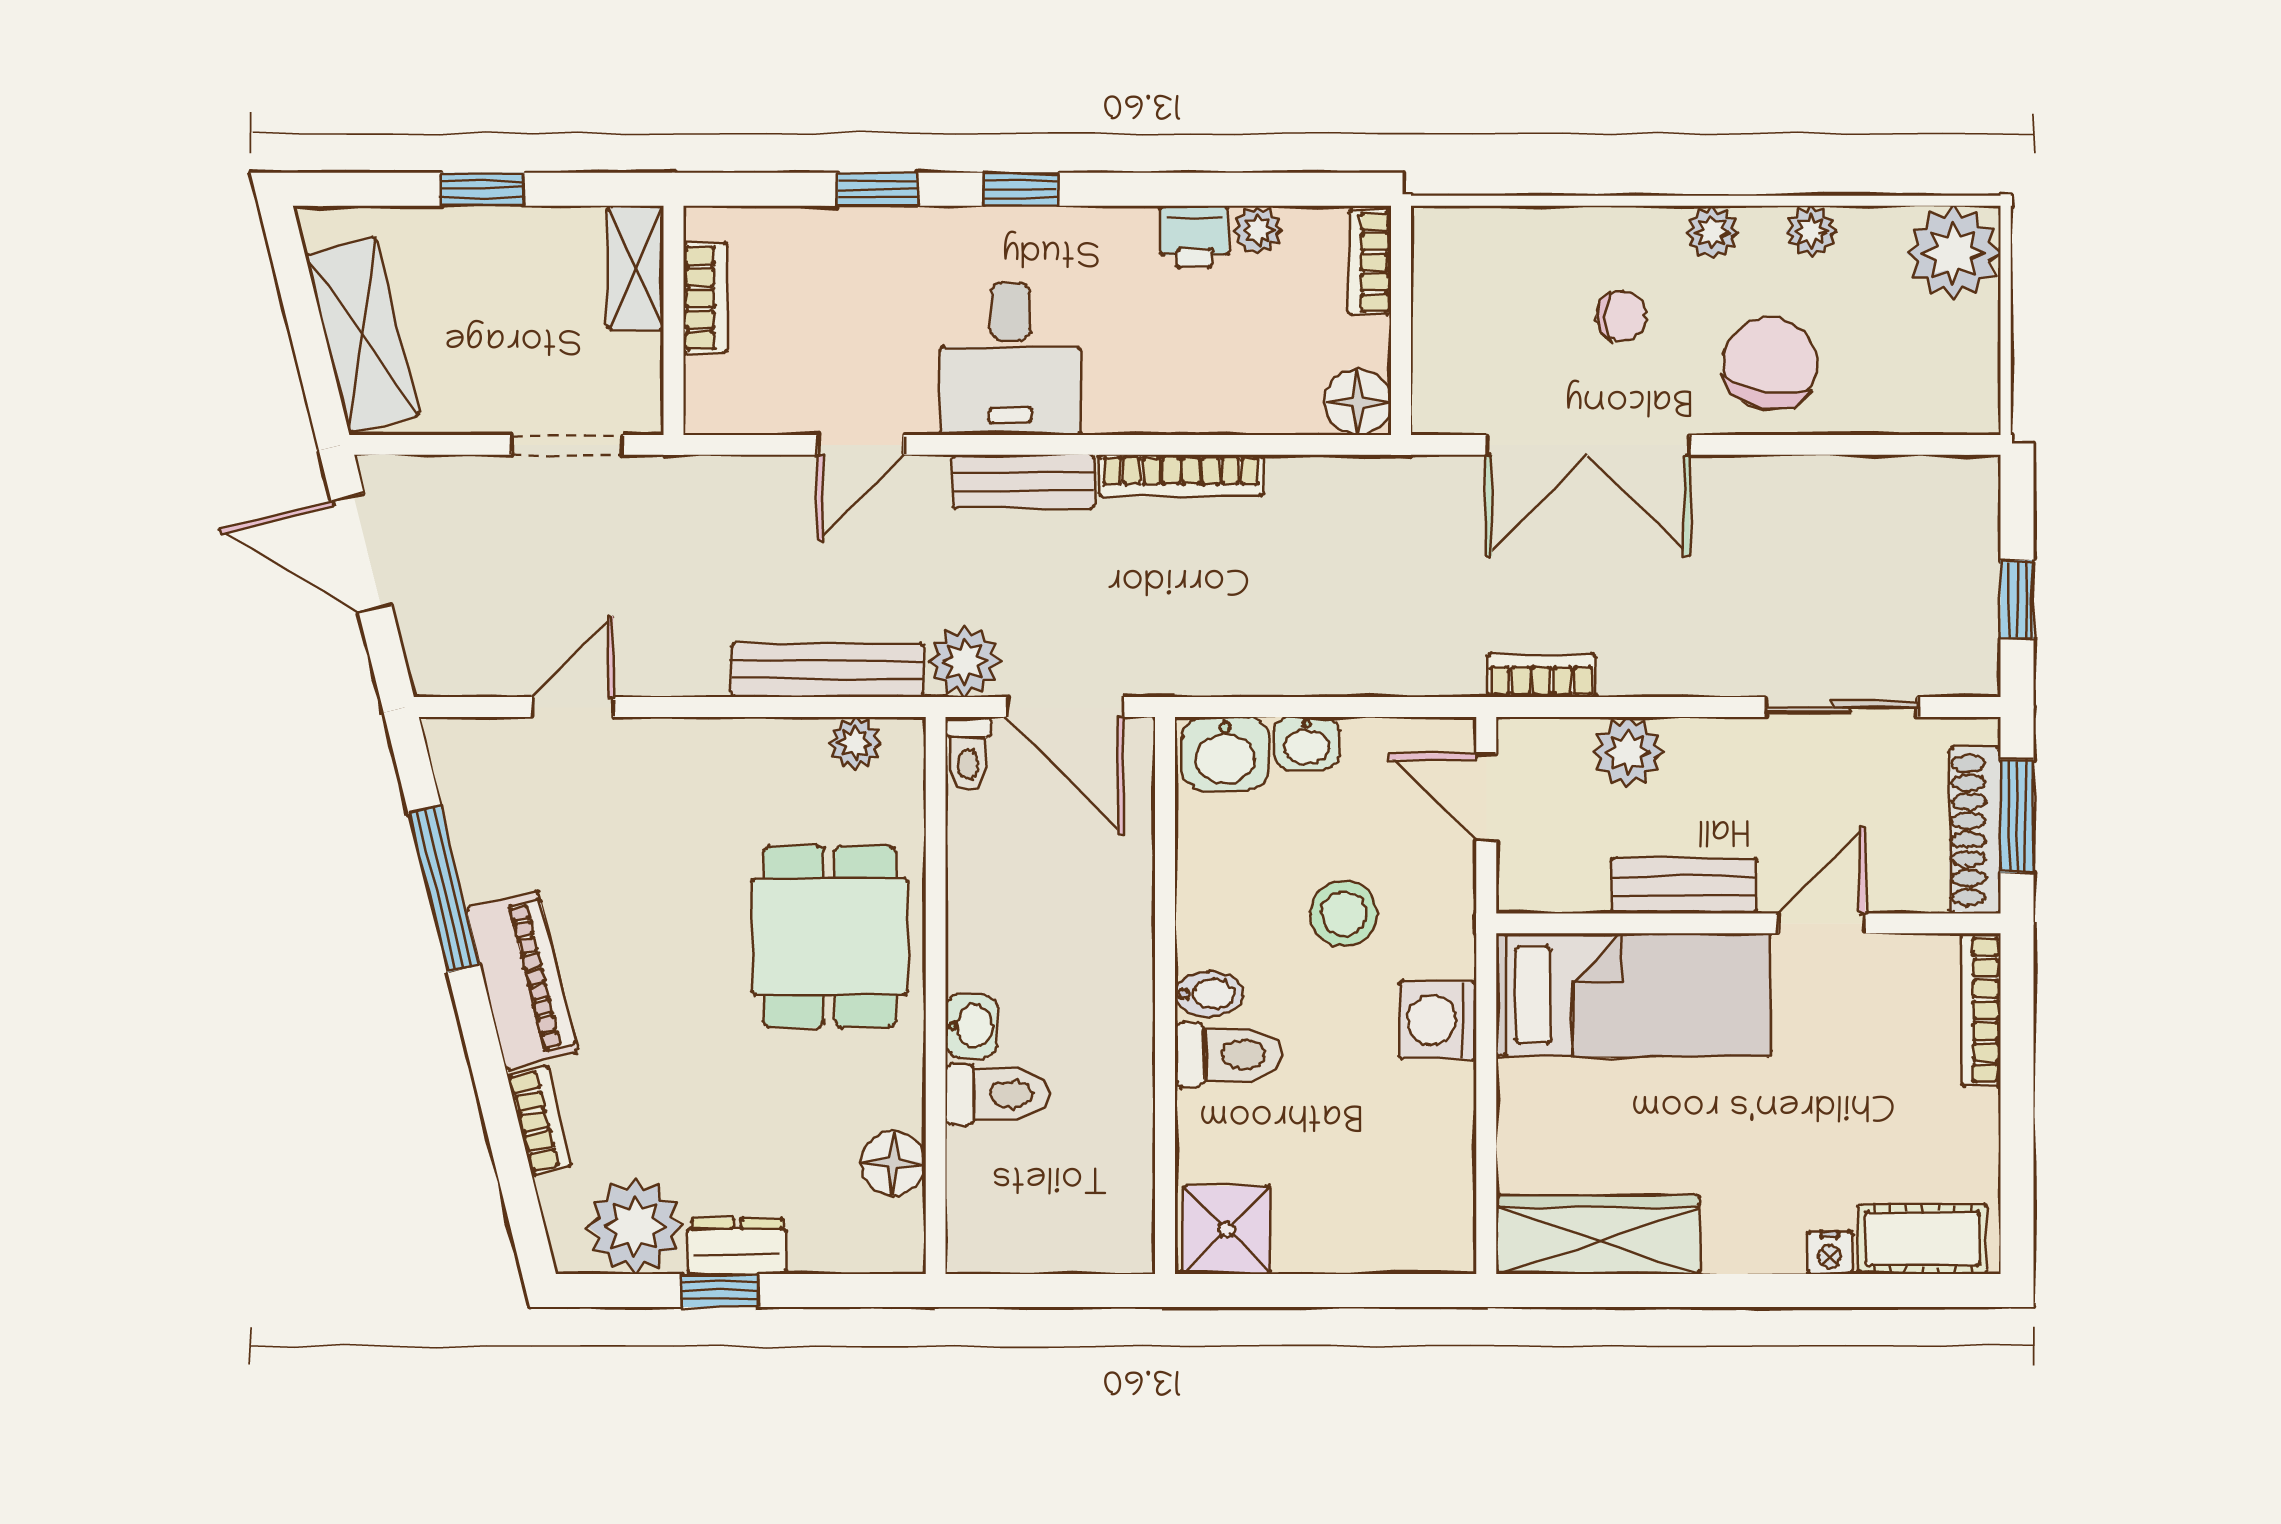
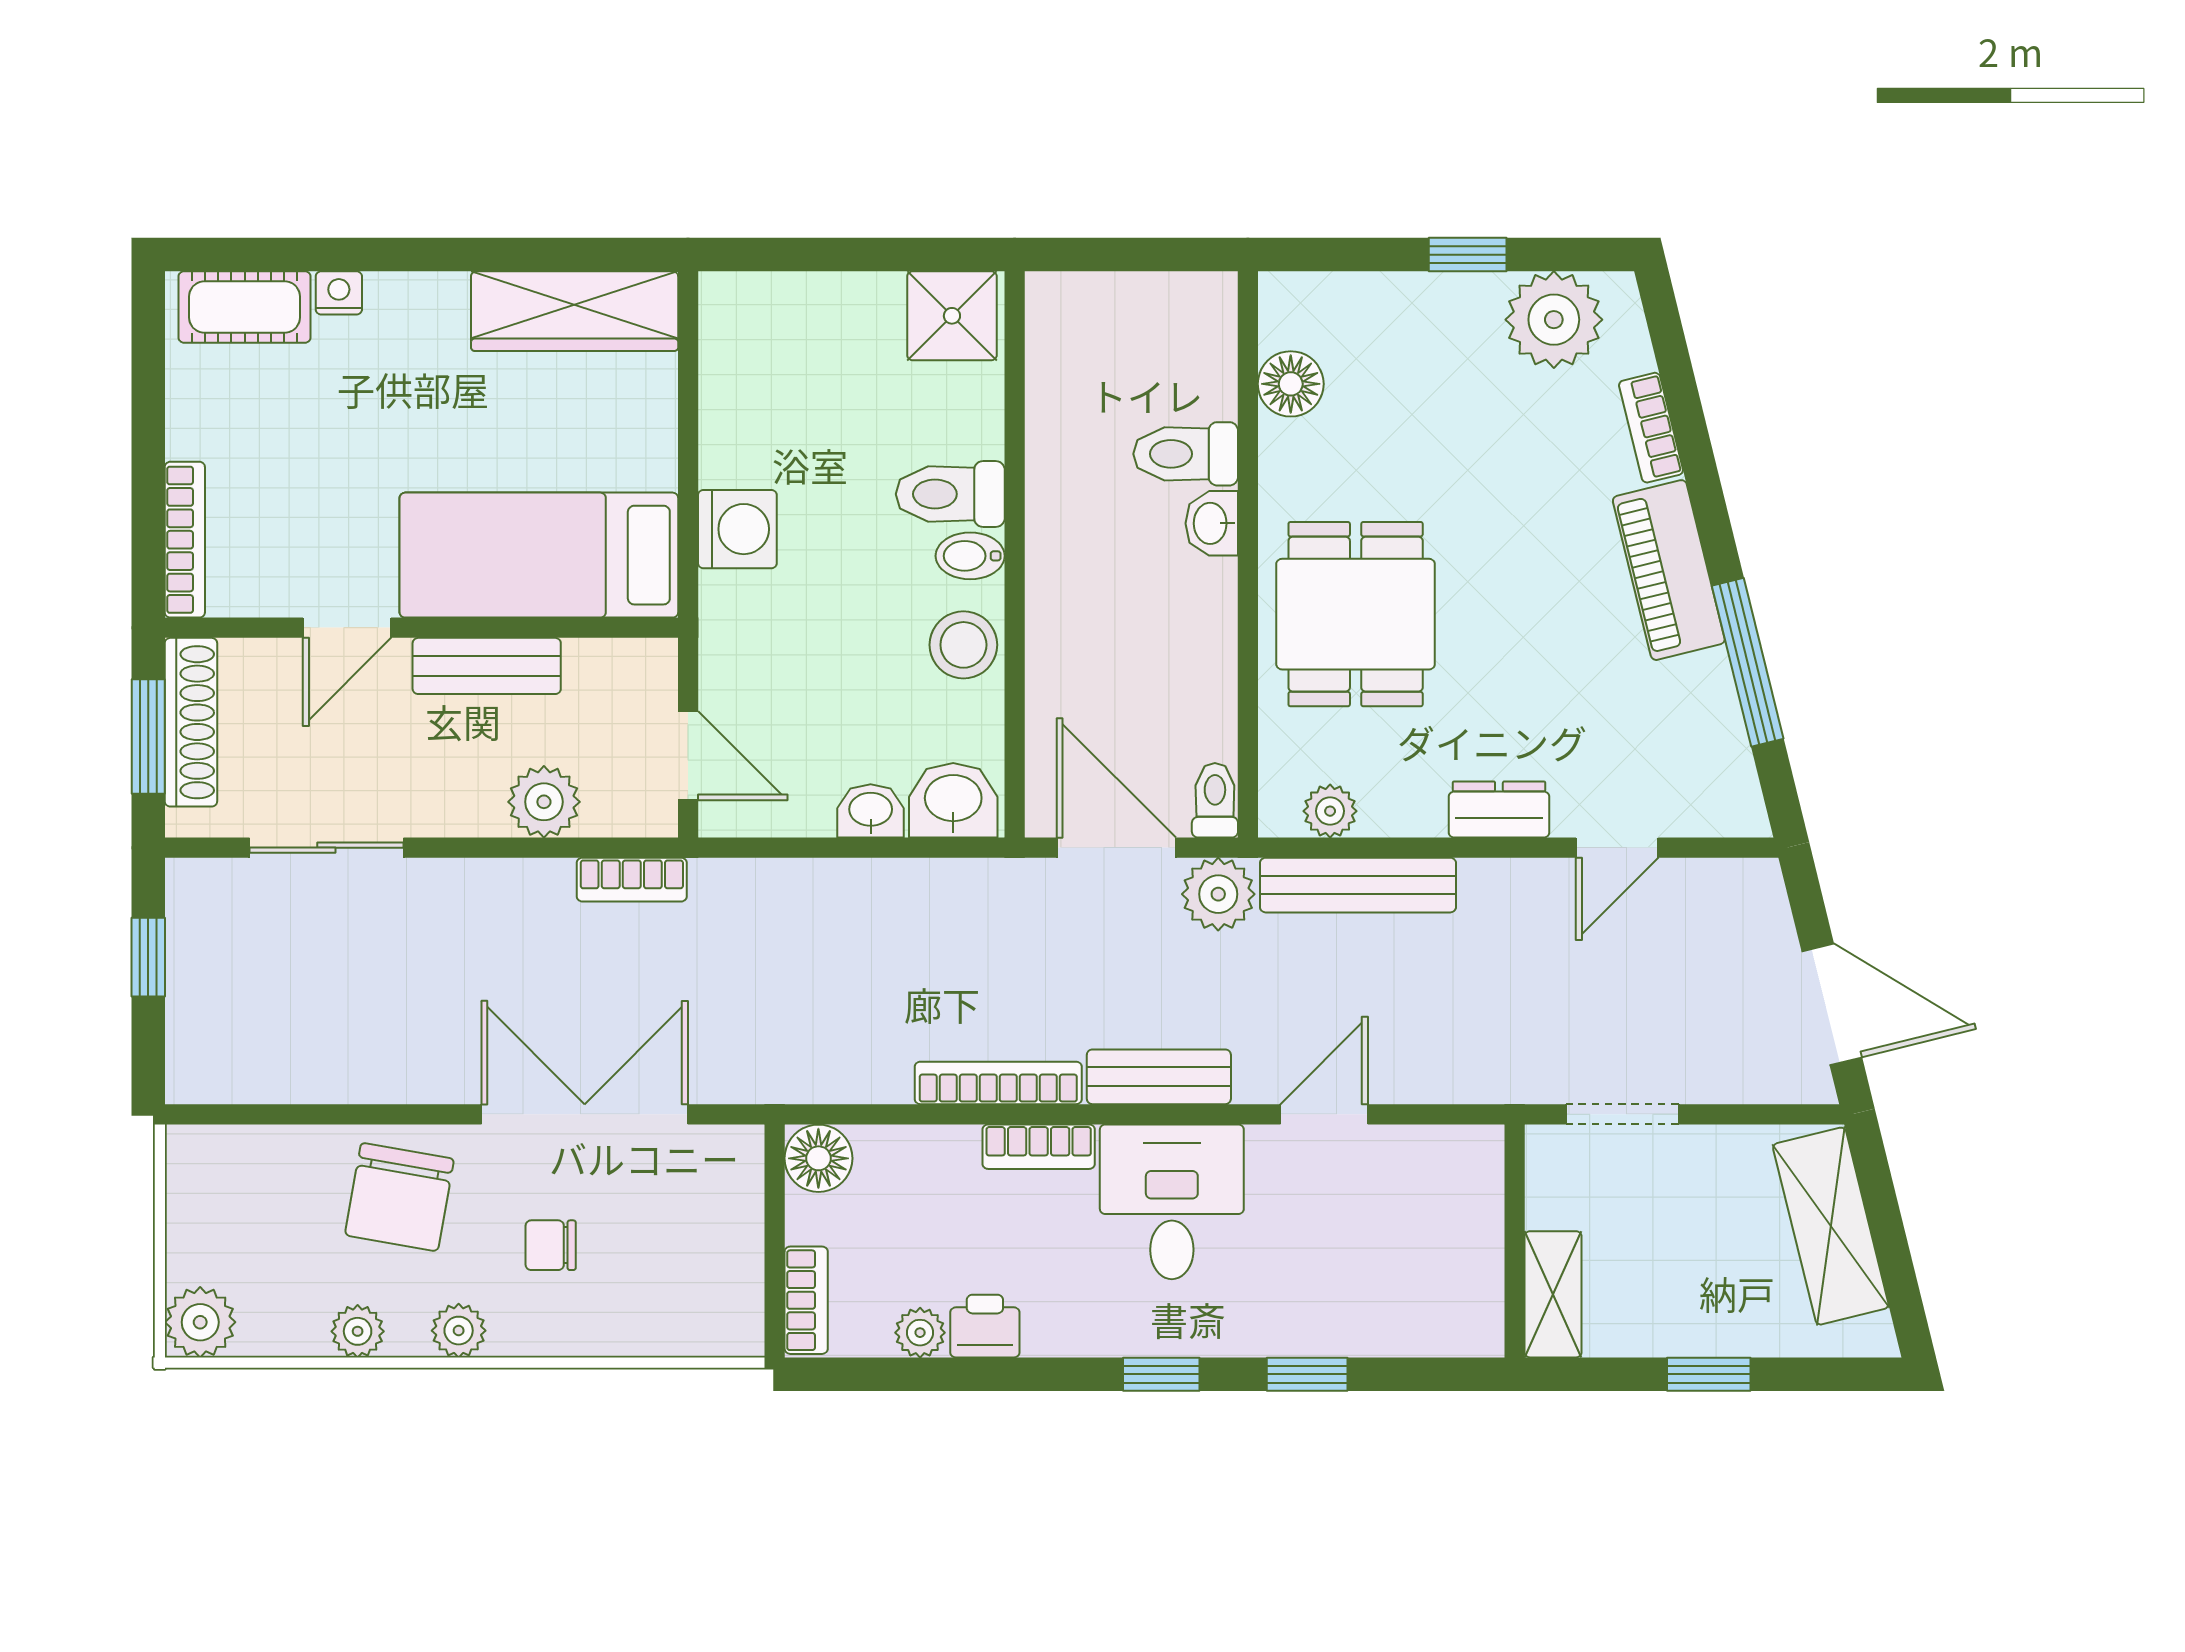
plant: (1953, 253) -> (200, 1322), width x0.73, depth x0.73
bookcase: (705, 298) -> (1039, 1147), moved, turned -90
stool: (1344, 913) -> (963, 645), moved
dresser: (737, 1246) -> (1499, 809), moved, turned 180

